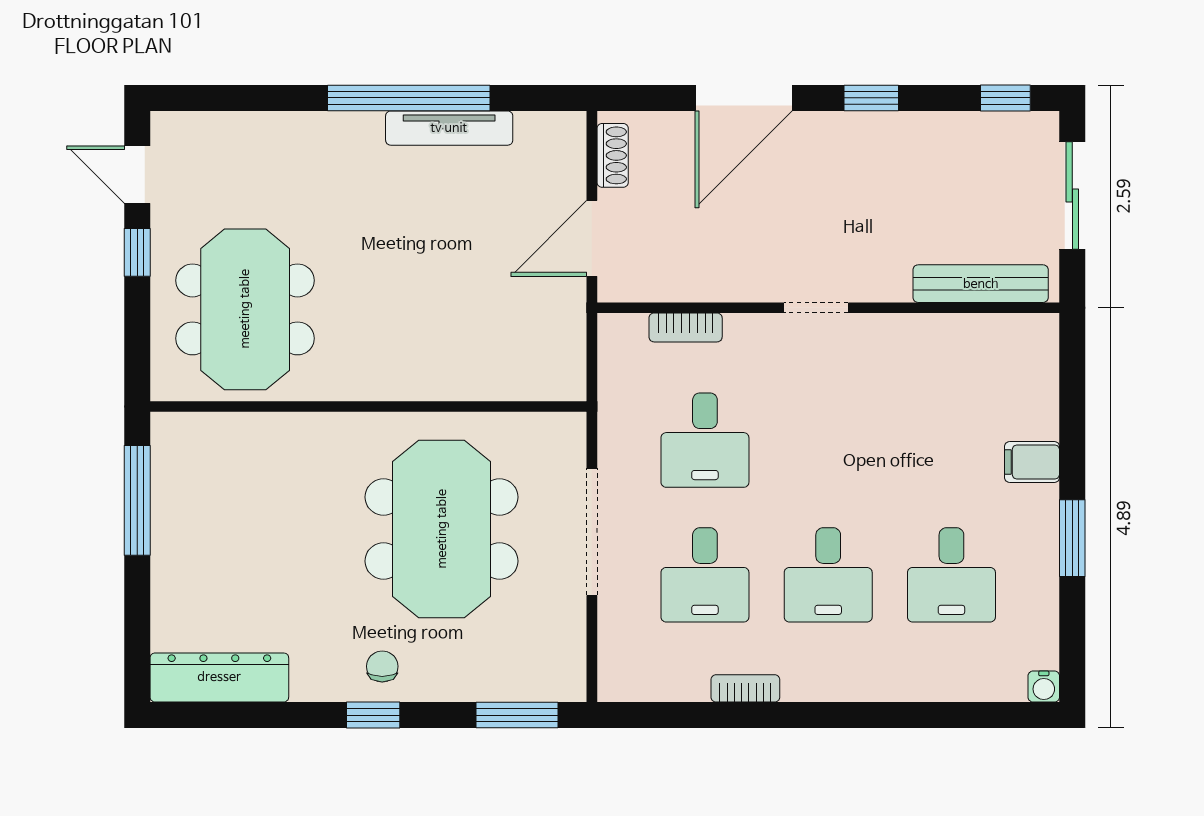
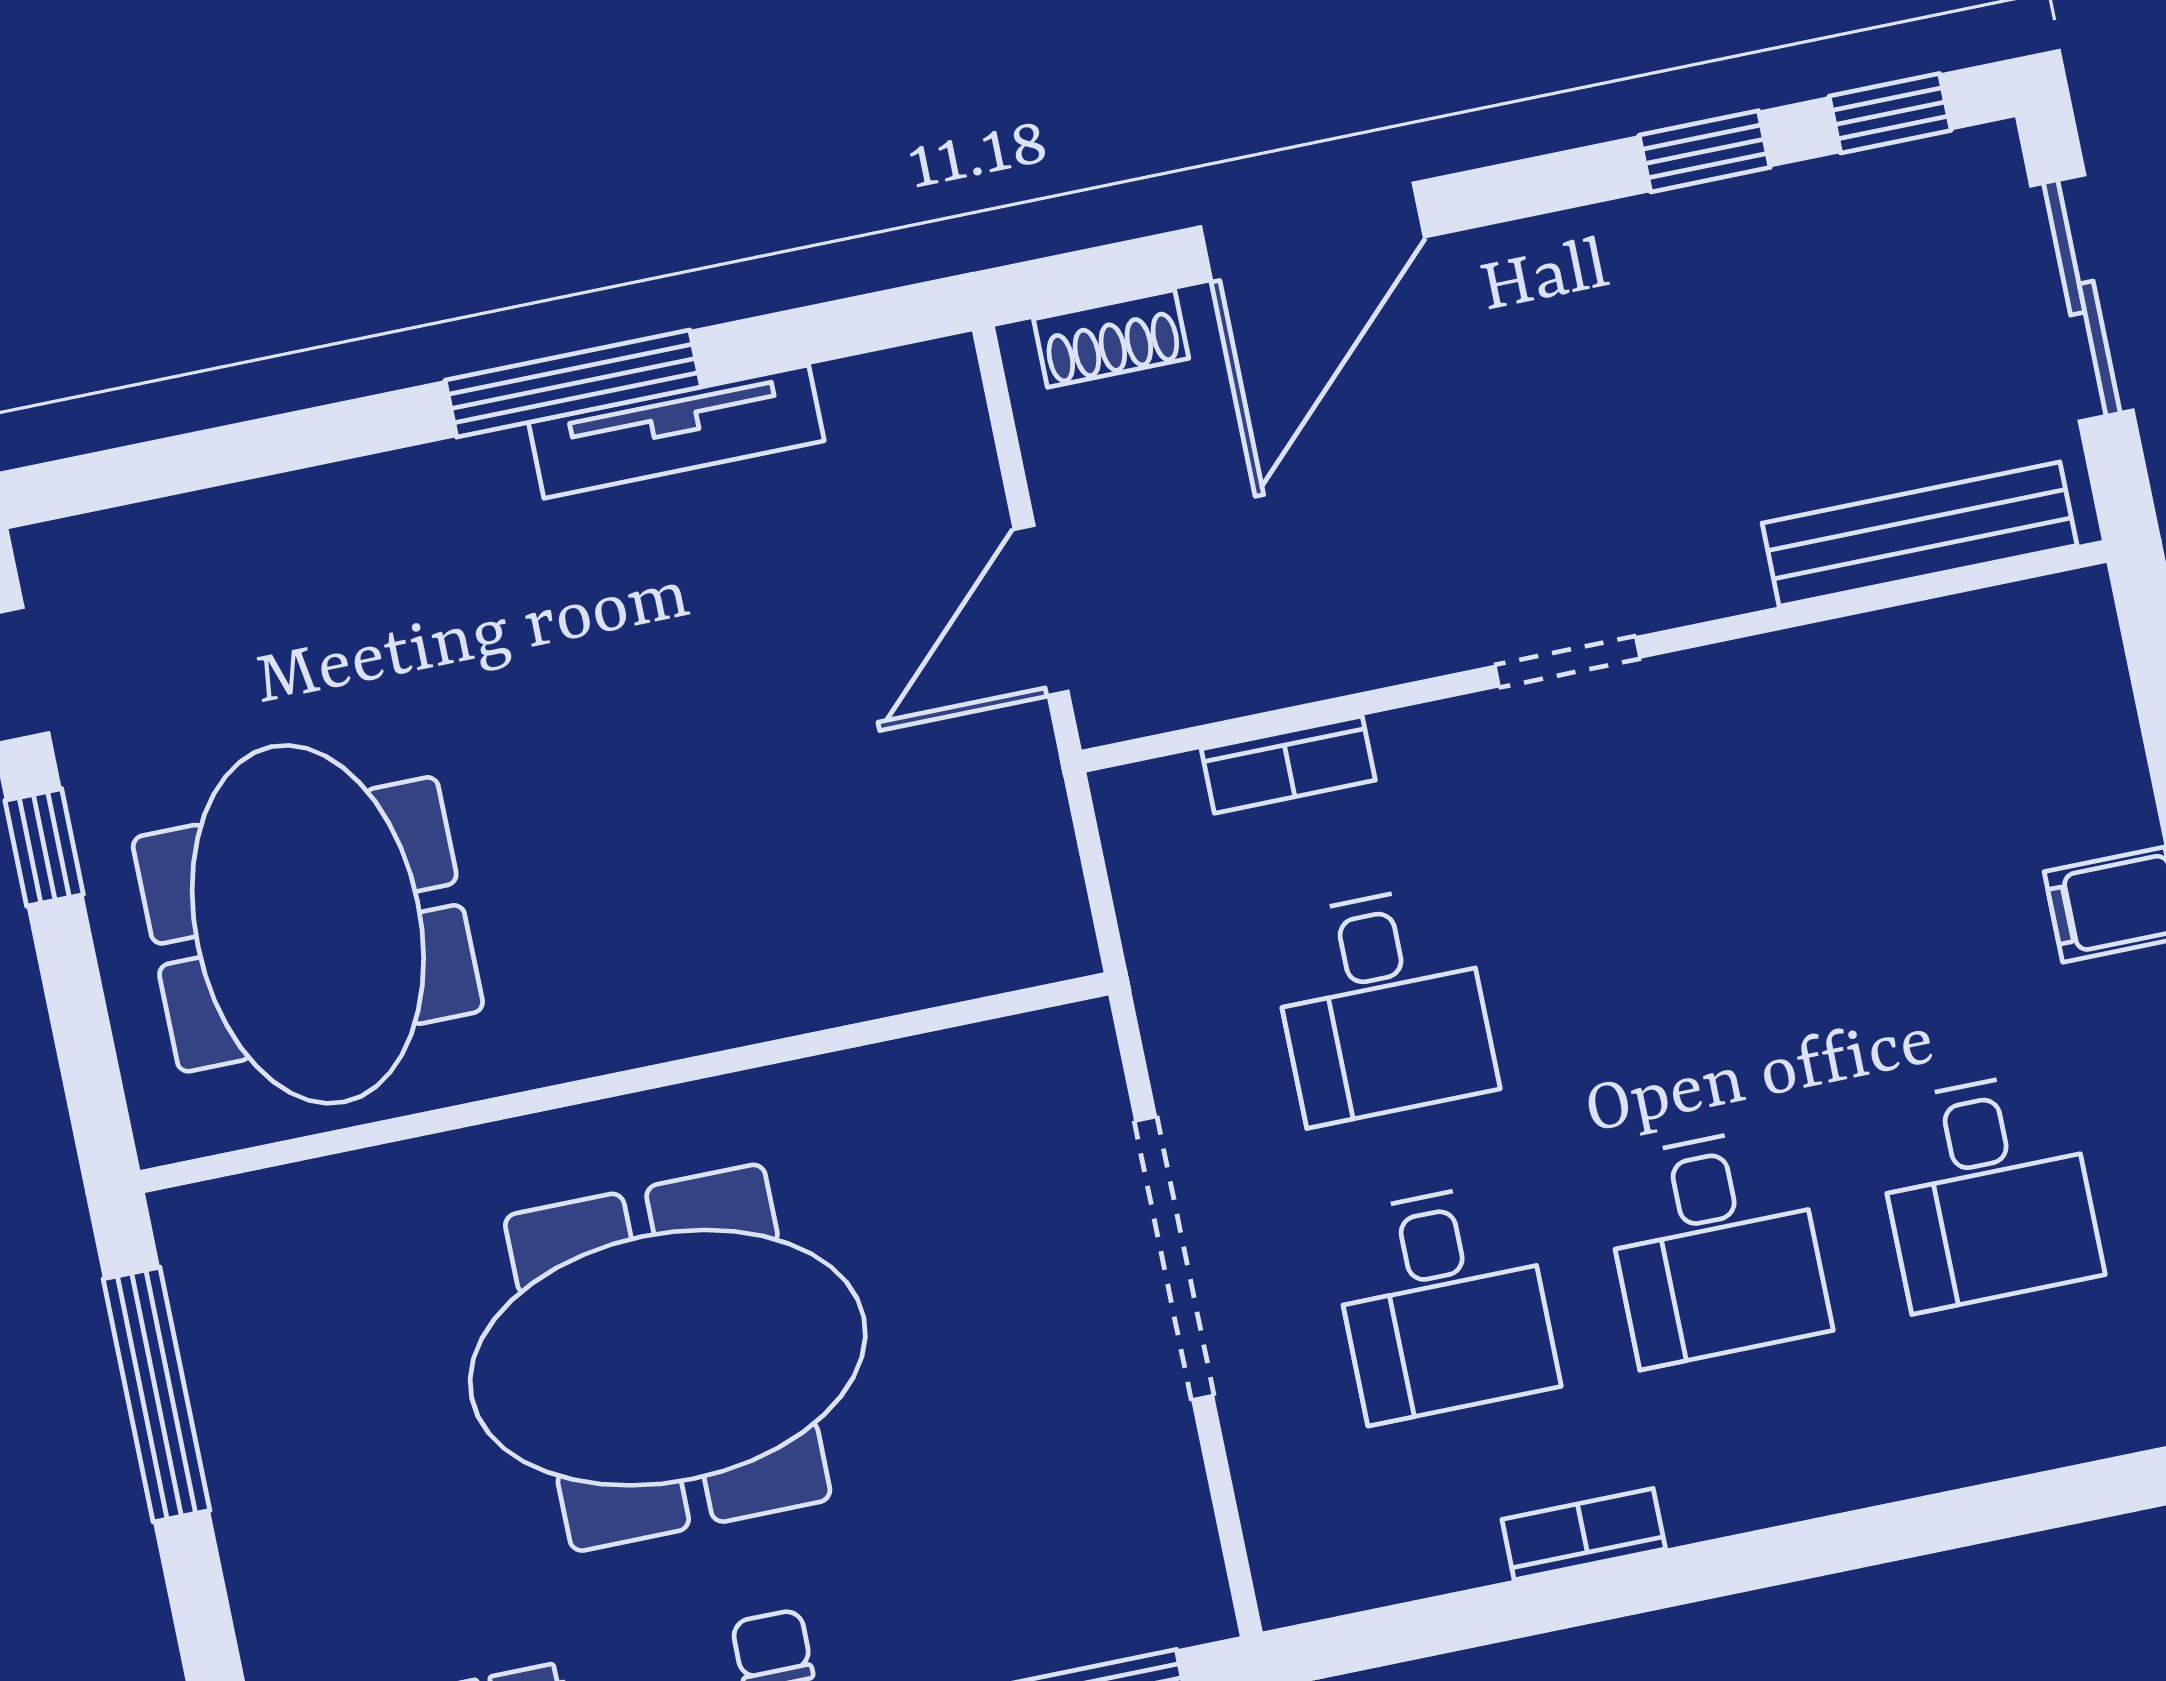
window: (409, 98) -> (573, 384), width x0.68
window: (871, 98) -> (1705, 151), moved
shoe rack: (613, 155) -> (1111, 339), moved, turned 90
meeting table: (442, 529) -> (668, 1358), moved, turned 90

